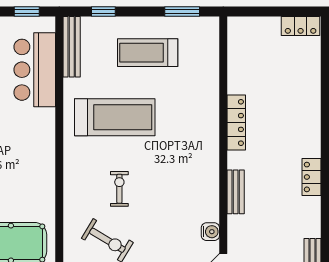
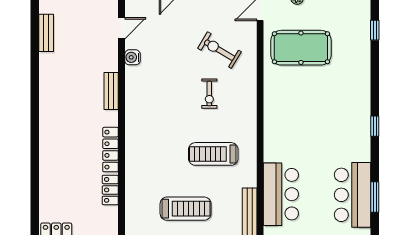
treadmill: (115, 117) -> (213, 154), width x0.73, depth x0.73
locker: (312, 177) -> (110, 190), moved, turned 180

